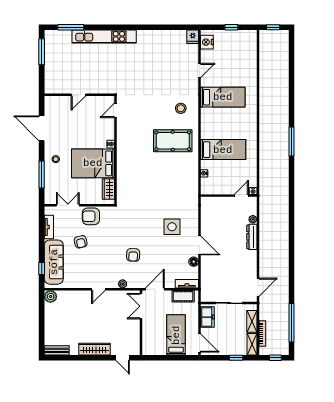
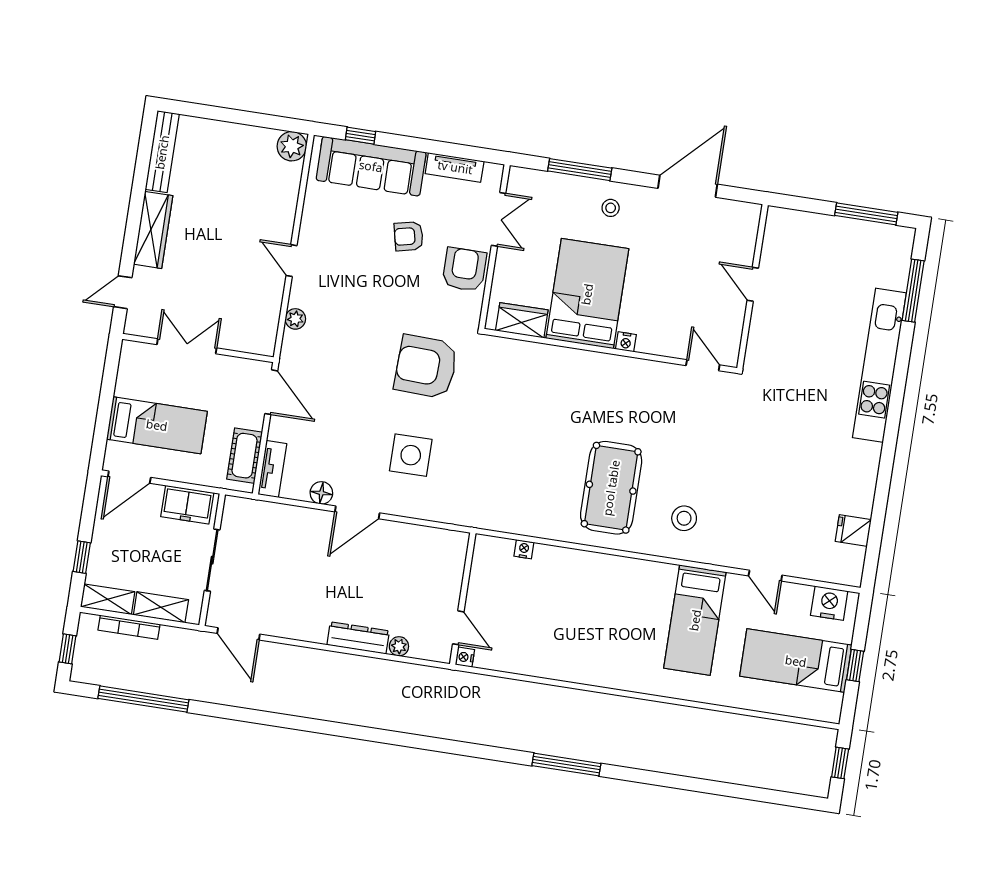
fridge: (193, 37) -> (853, 531), moved
bed: (223, 150) -> (796, 661), moved, turned 90
armchair: (133, 255) -> (426, 367), moved, width x1.88, depth x1.88
double door: (141, 306) -> (187, 346), moved
bench: (57, 350) -> (162, 152), width x1.36

